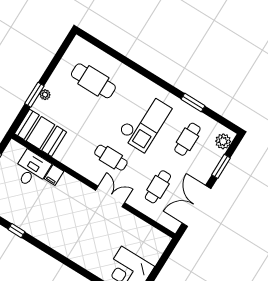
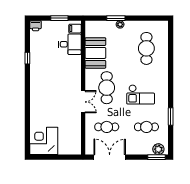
checkout: (144, 122) -> (141, 94), width x0.73, depth x0.83
booth: (41, 133) -> (95, 53), moved
cafe table: (111, 158) -> (107, 88), width x1.37, depth x1.35
window: (221, 166) -> (156, 157), moved
filing cabinet: (54, 175) -> (75, 29), moved

